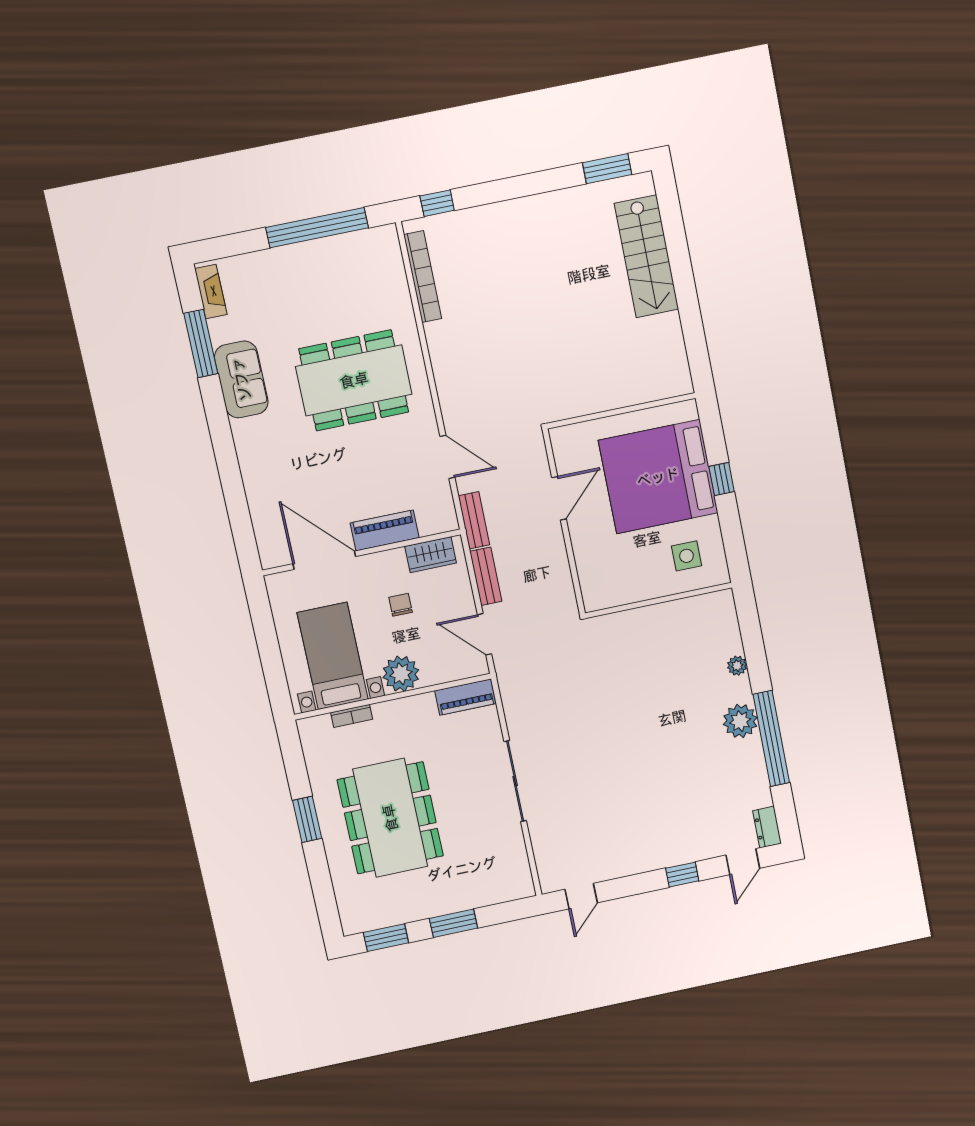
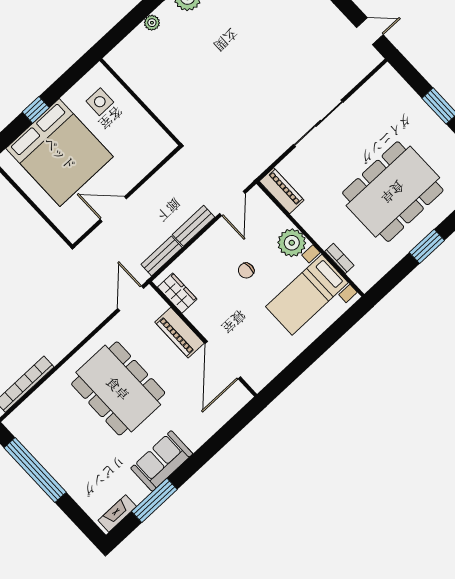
piano: (385, 530) -> (179, 333), moved
wall: (362, 552) -> (203, 339), moved
wardrobe: (431, 555) -> (177, 293), moved
door: (324, 560) -> (223, 360), moved

